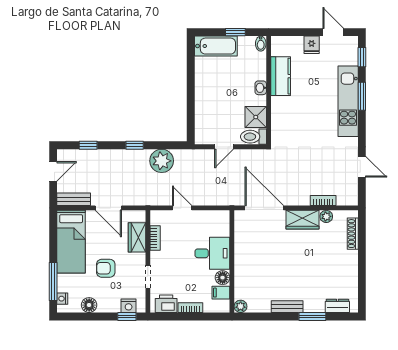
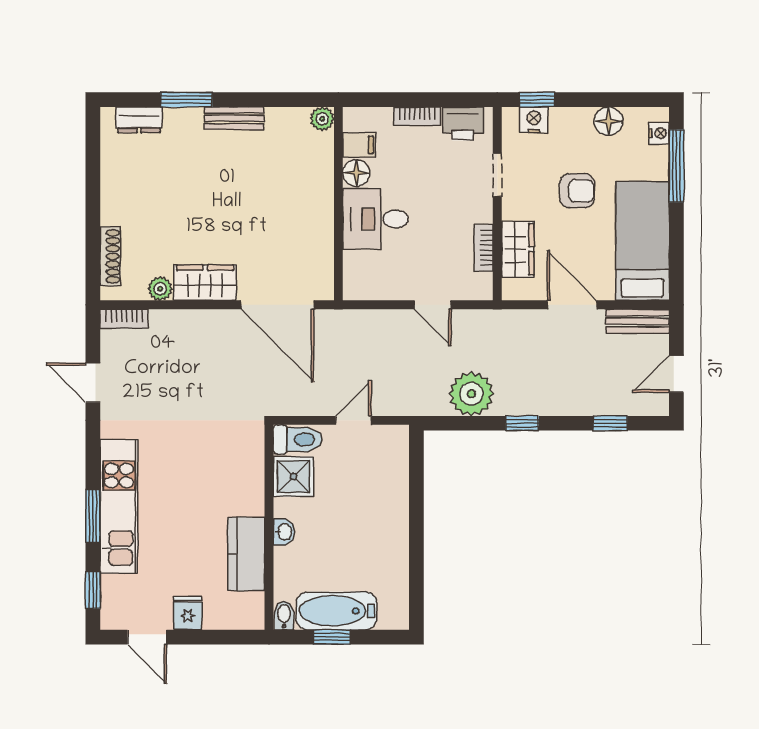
bathtub: (216, 46) -> (336, 611), moved
bookcase: (323, 201) -> (124, 319), moved

